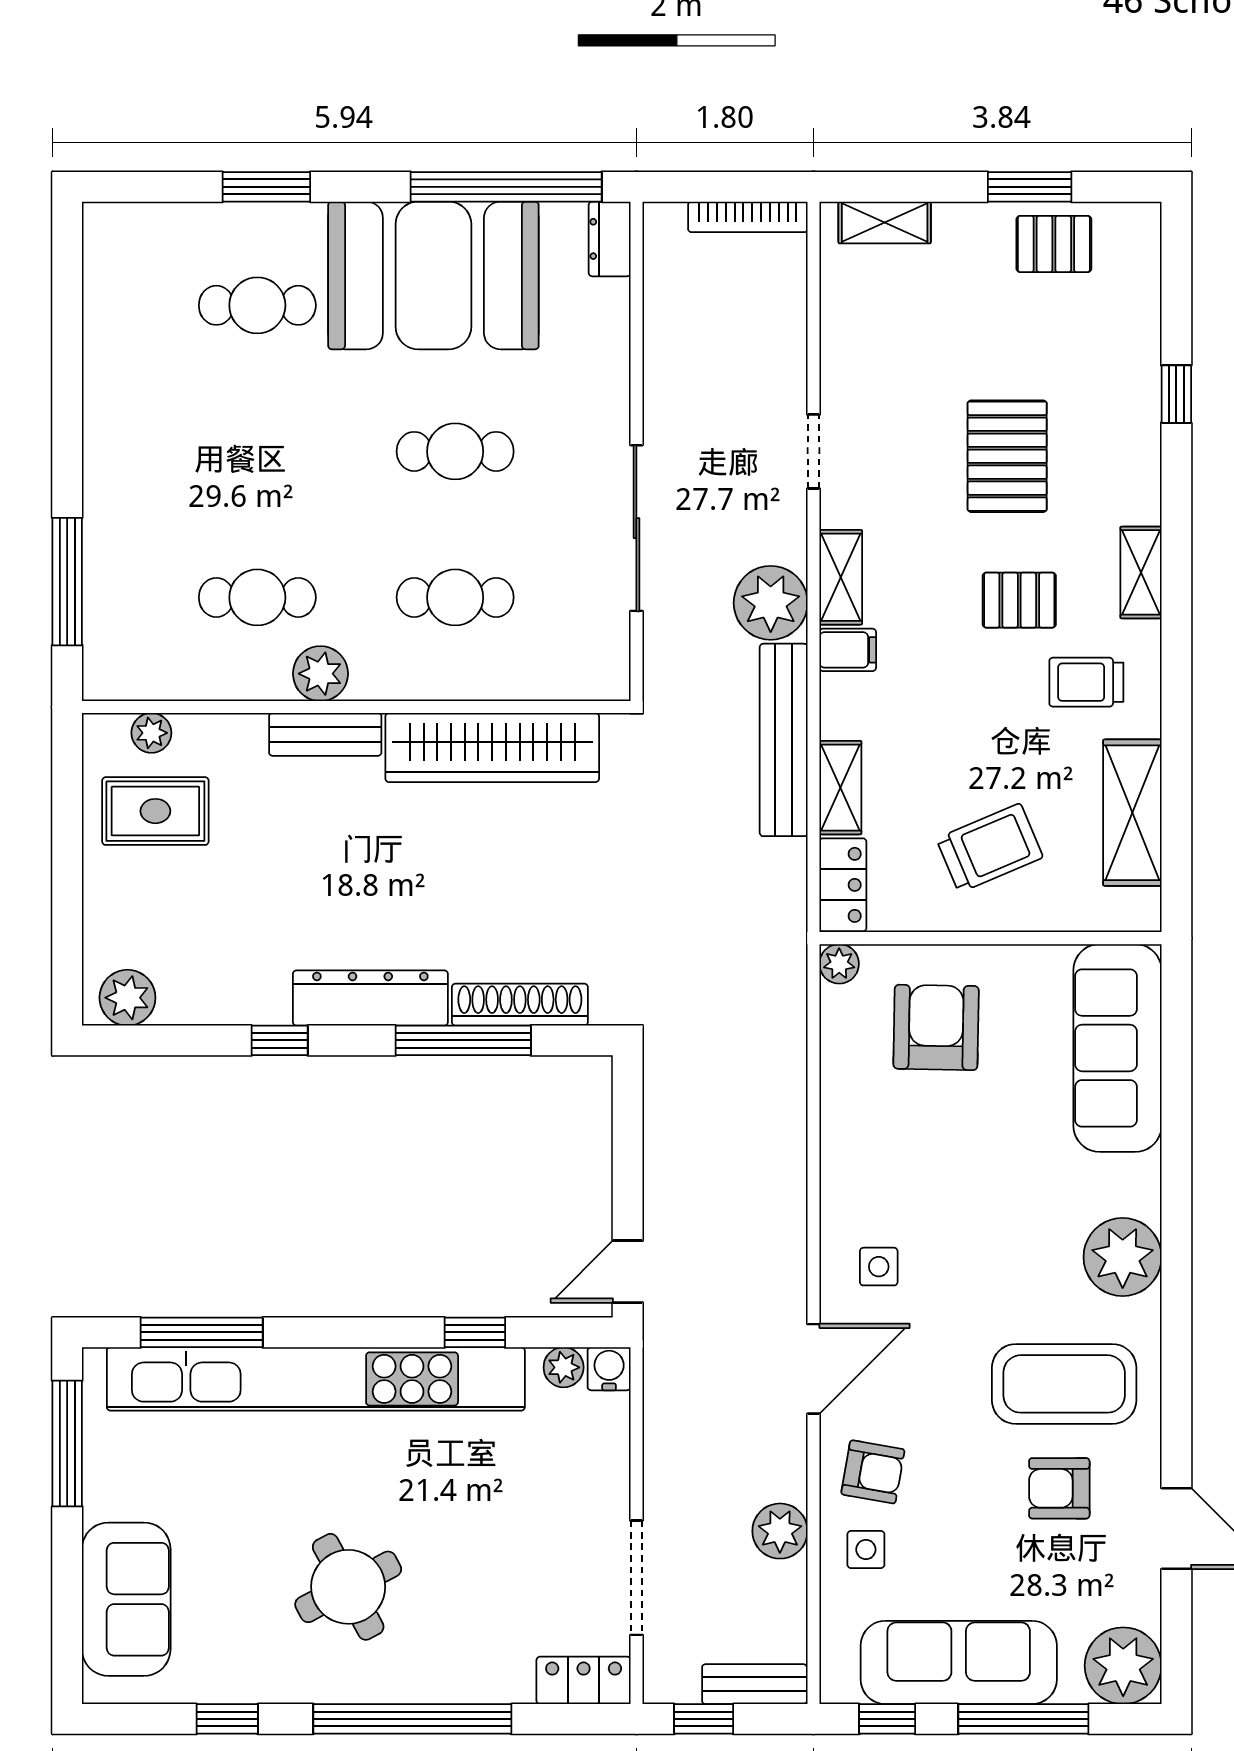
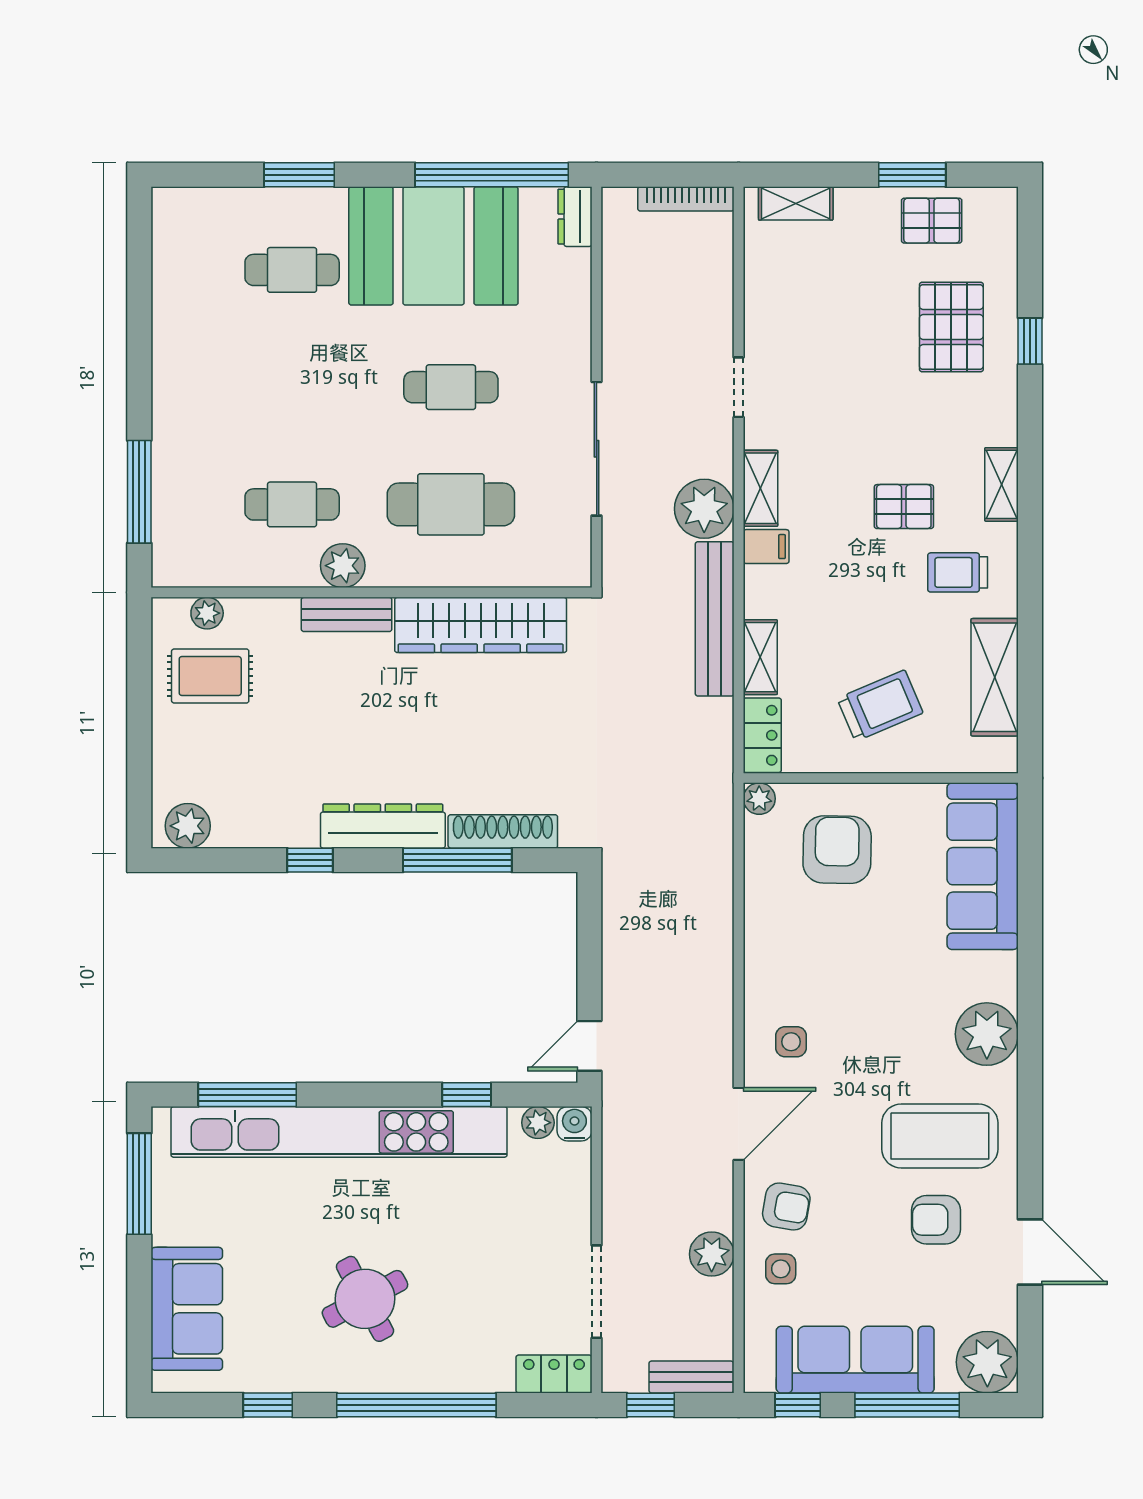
pallet: (1007, 456) -> (951, 327), moved
cafe table: (455, 597) -> (451, 504), width x1.37, depth x1.35

